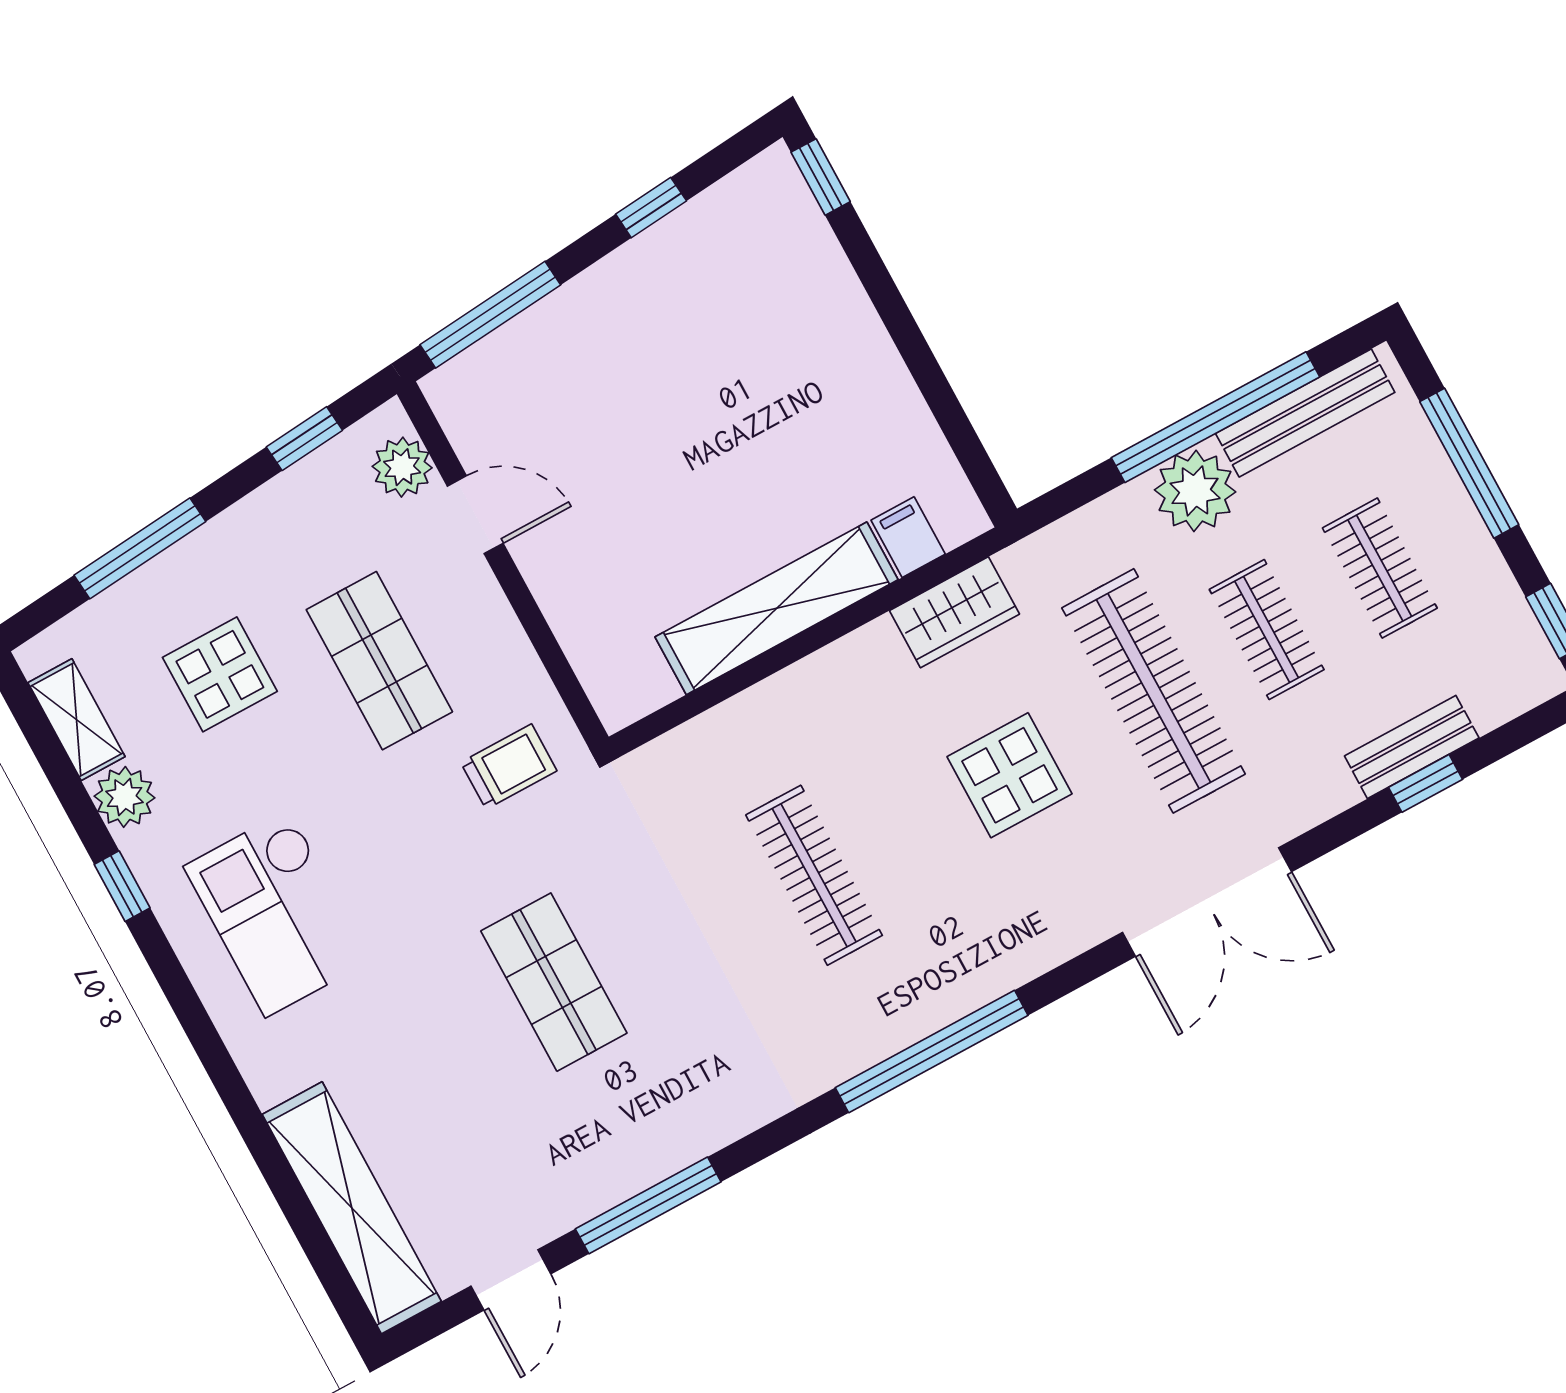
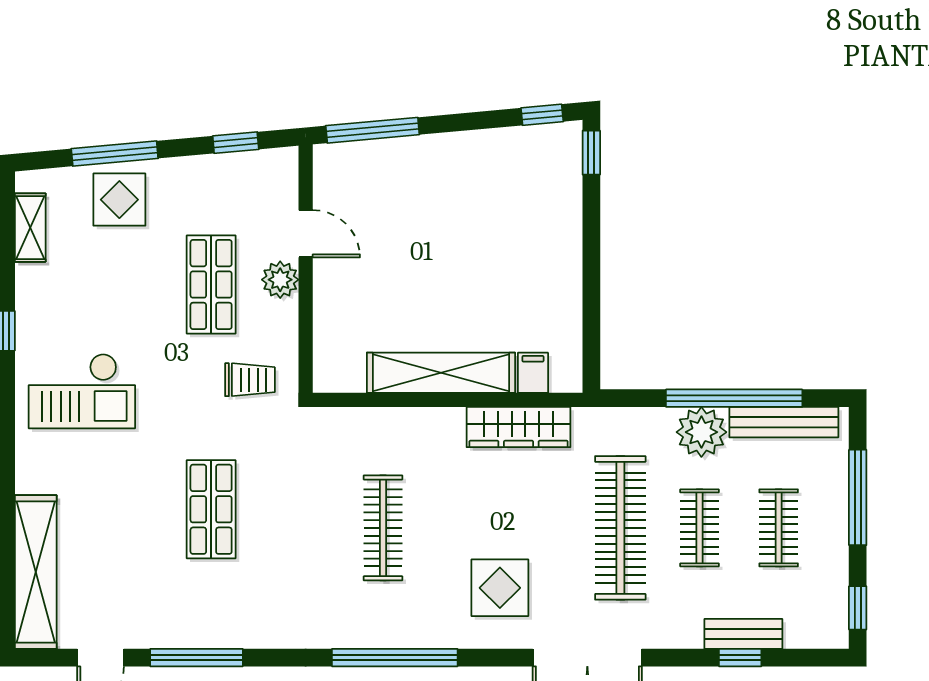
window: (651, 208) -> (542, 115), moved
plant: (402, 467) -> (280, 280), moved
wardrobe: (954, 612) -> (519, 427), width x1.50
display table: (220, 674) -> (119, 200), moved
display table: (1010, 775) -> (500, 588), moved
plant: (125, 797) -> (33, 283), removed
checkout: (277, 913) -> (82, 391), turned -90

